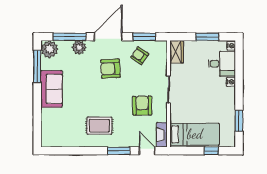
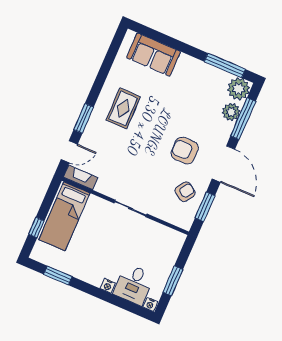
plant: (79, 47) -> (231, 112), moved
wardrobe: (177, 52) -> (171, 237), removed
armchair: (110, 69) -> (185, 151), turned -87
sofa: (51, 89) -> (154, 55), moved
armchair: (142, 106) -> (125, 169), removed

